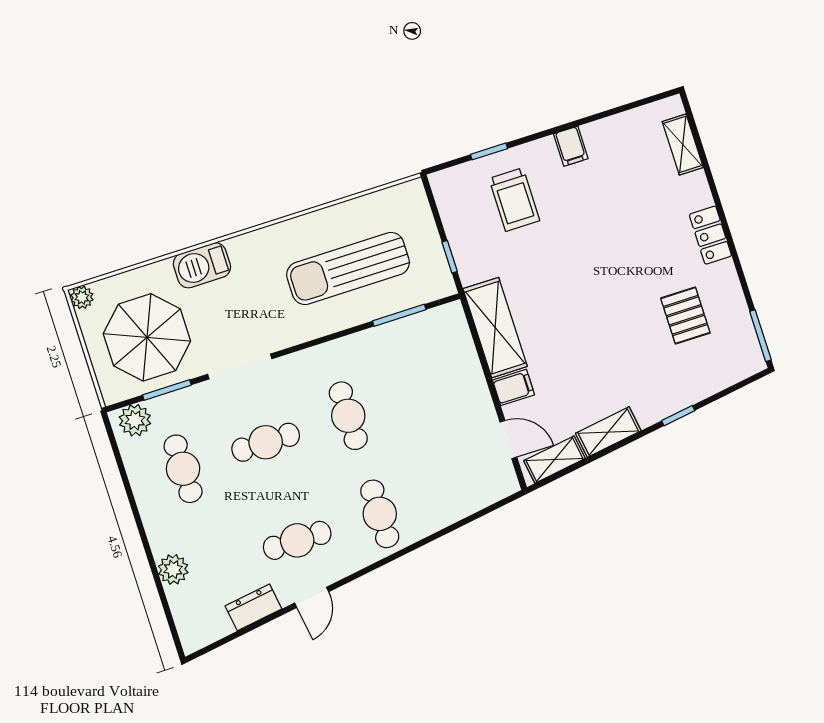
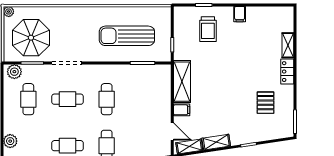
shelving: (683, 144) -> (288, 45), moved
barbecue: (202, 265) -> (65, 14), removed

